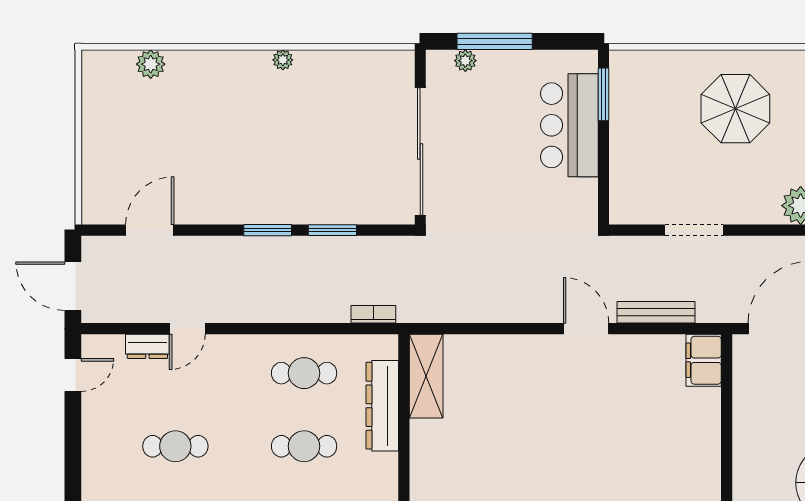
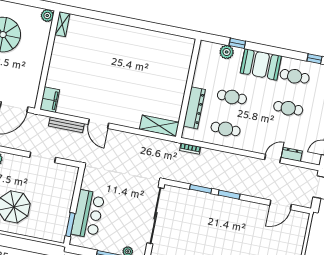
shelving: (426, 376) -> (159, 126), moved, turned 90

